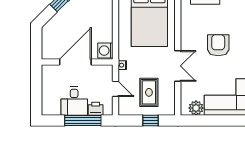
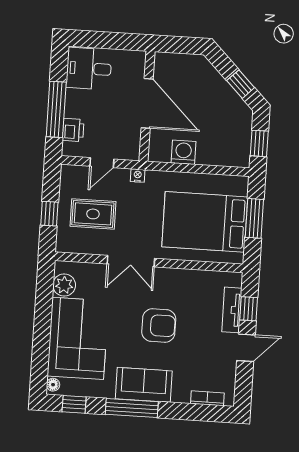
washing machine: (105, 51) -> (184, 152), moved
desk: (74, 101) -> (89, 69), moved

